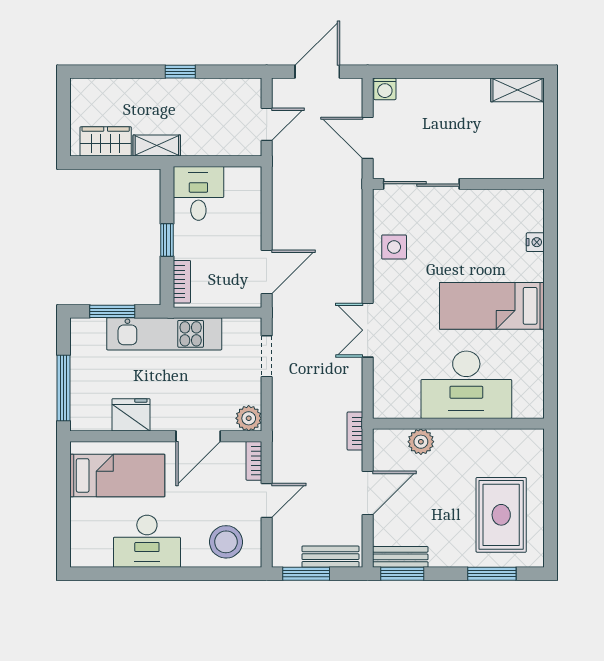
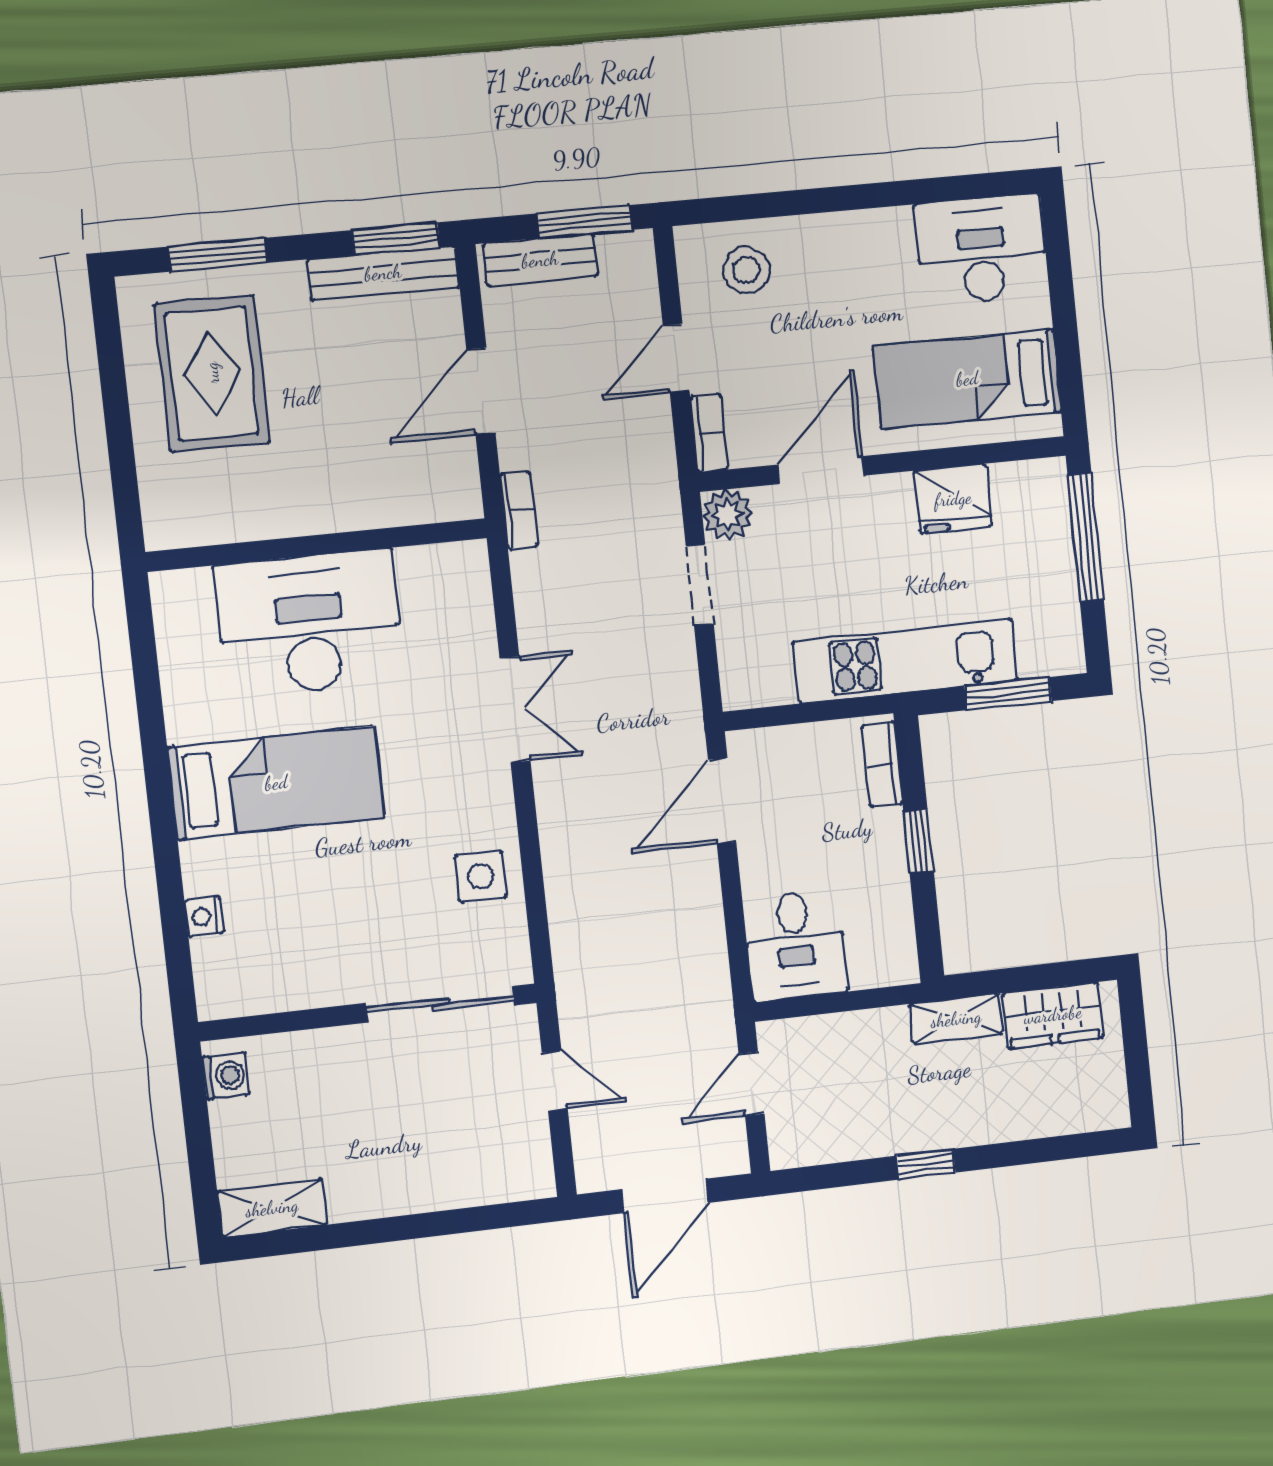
washing machine: (385, 89) -> (226, 1076), moved, turned 90
door: (368, 138) -> (555, 1081), width x0.73
desk: (198, 193) -> (795, 945), moved
doorway: (267, 356) -> (700, 585), moved
plant: (421, 442) -> (387, 502), removed
desk: (147, 541) -> (982, 249), moved
stool: (226, 542) -> (746, 270), width x0.73, depth x0.73
bench: (400, 557) -> (383, 273), width x1.36

